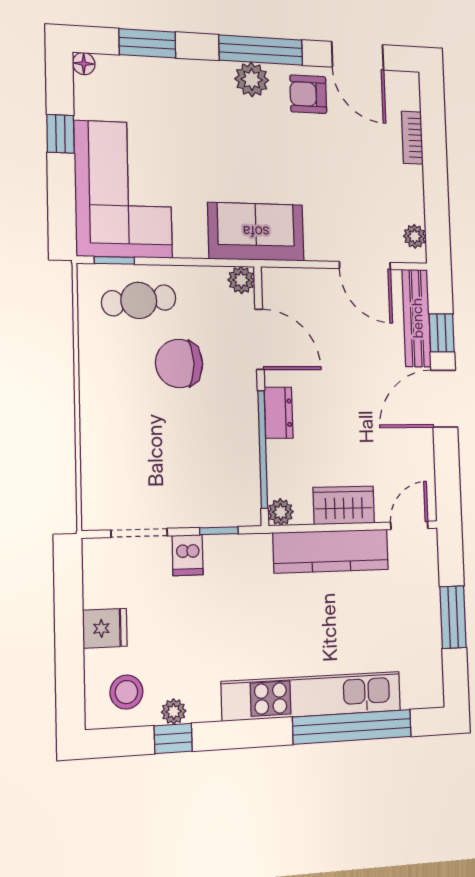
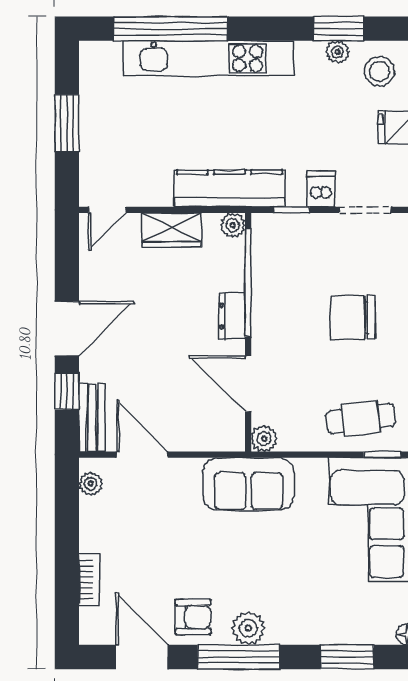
bench: (417, 318) -> (92, 418), width x0.73
chair: (179, 363) -> (353, 317), moved, turned 180
kitchen counter: (331, 551) -> (230, 188), moved
window: (173, 738) -> (338, 29), width x1.50

